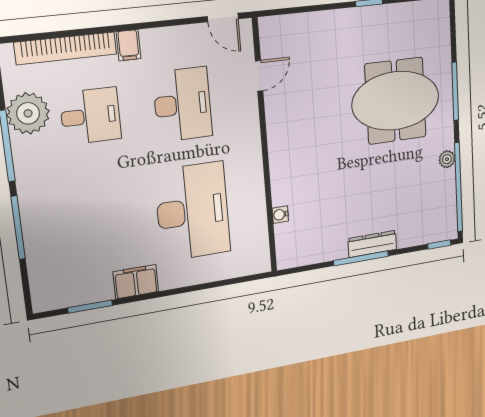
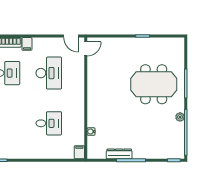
door: (259, 76) -> (86, 49), moved
desk: (193, 211) -> (49, 123), width x0.53, depth x0.77
dresser: (372, 244) -> (119, 154), moved
filing cabinet: (136, 282) -> (79, 152), moved, width x0.50

